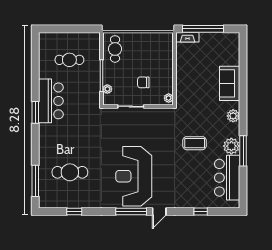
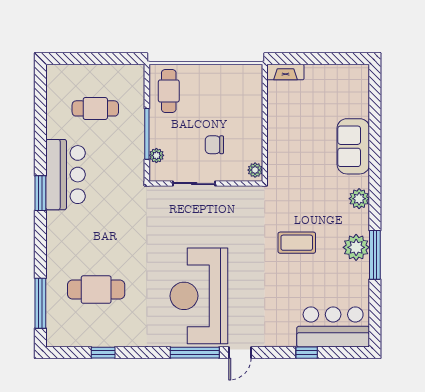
window: (203, 29) -> (310, 59), removed
bar counter: (227, 178) -> (333, 327), moved, turned 90

